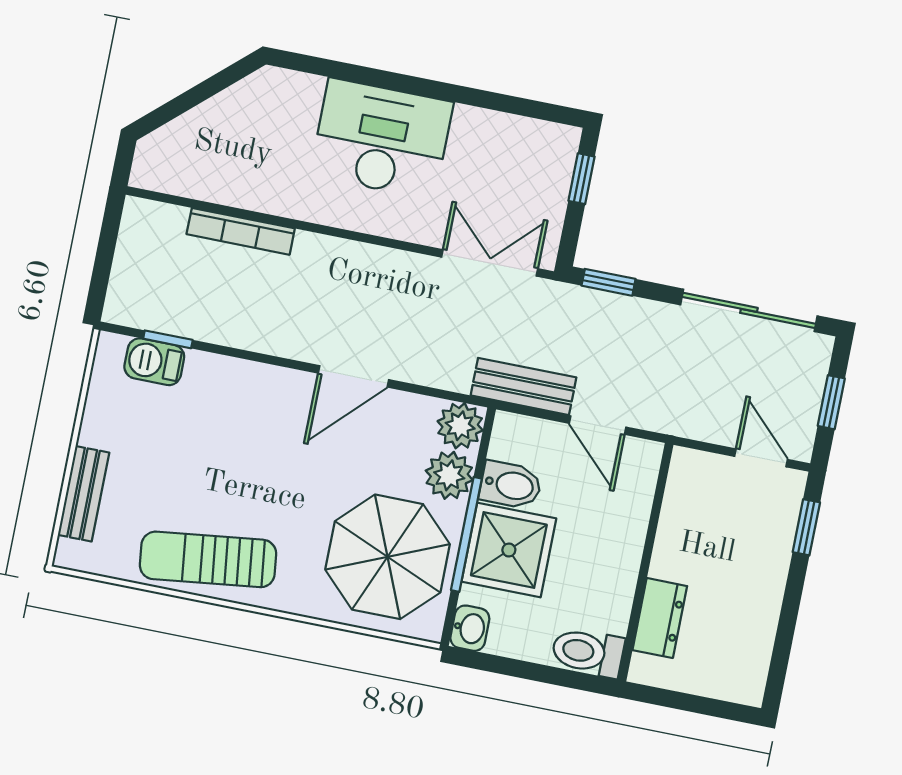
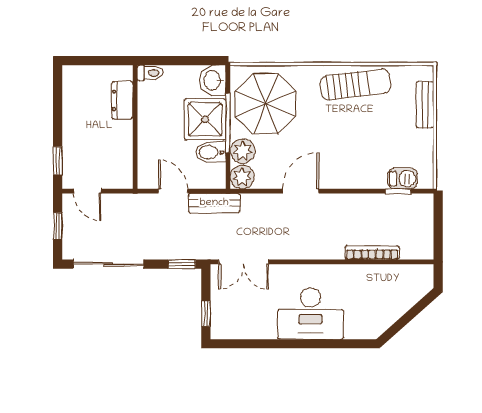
washbasin: (470, 628) -> (213, 80), width x1.38, depth x1.45
toilet: (588, 652) -> (150, 73), width x0.73, depth x0.72

